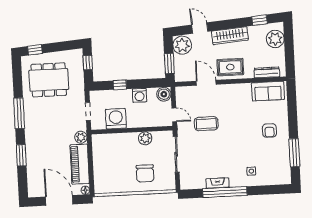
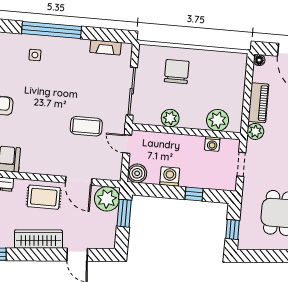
plant: (182, 45) -> (107, 199), moved
washing machine: (116, 119) -> (212, 144), width x0.53, depth x0.53
plant: (110, 142) -> (218, 120), added
piano: (80, 164) -> (258, 103), width x0.73, depth x0.75
fireplace: (217, 183) -> (105, 47), moved
window: (225, 192) -> (52, 30), moved

